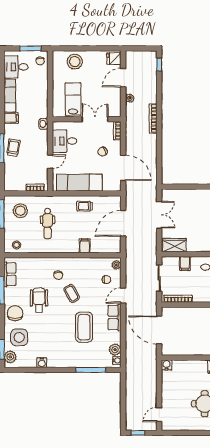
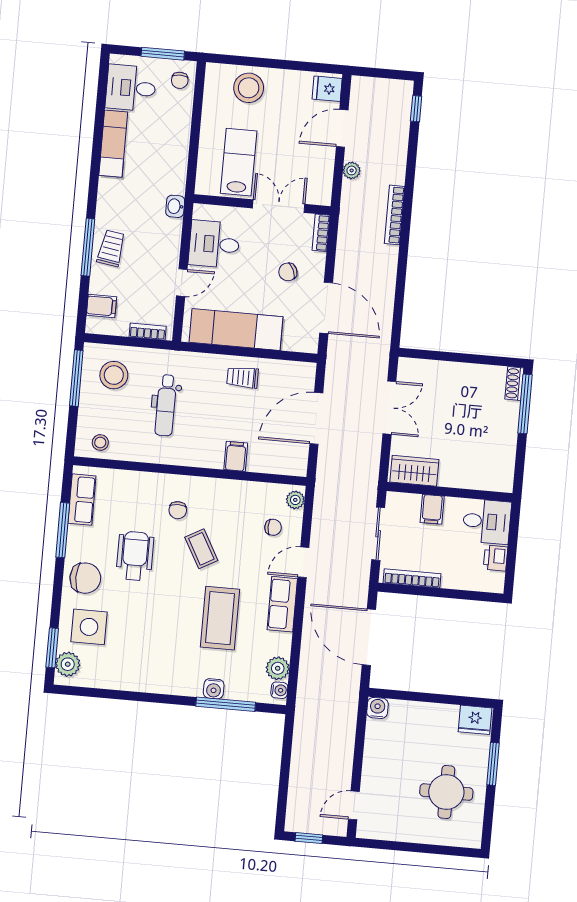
filing cabinet: (11, 118) -> (102, 306), moved
chair: (15, 313) -> (85, 578), turned 90
water cooler: (42, 363) -> (214, 689), moved

